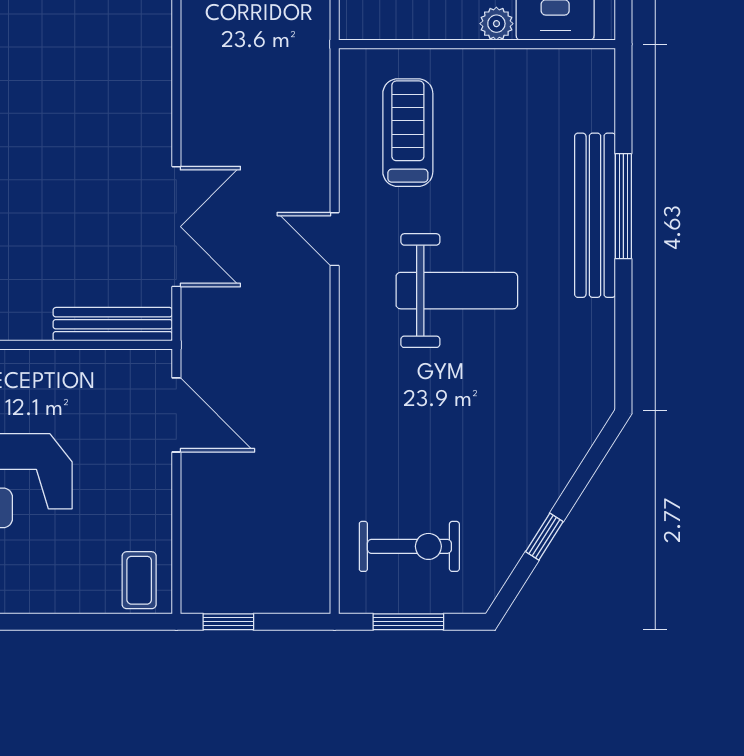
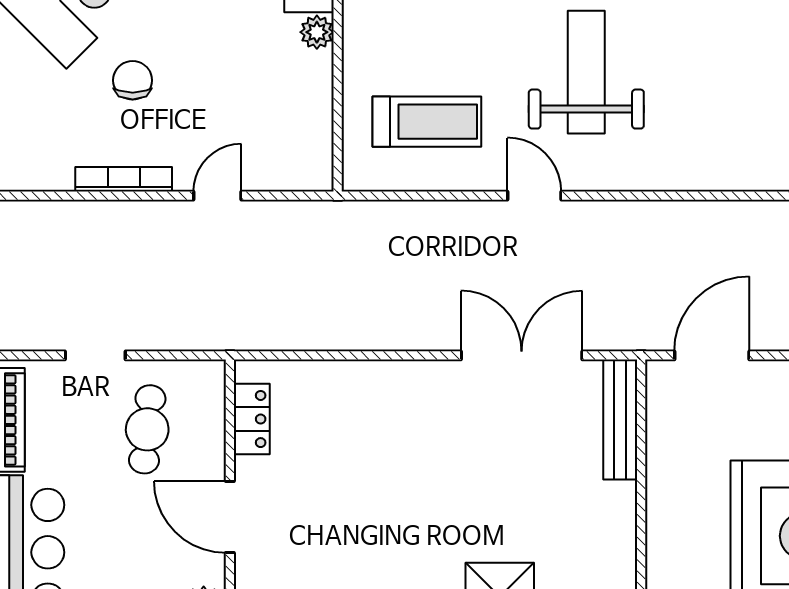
treadmill: (408, 133) -> (427, 122), turned 180
door: (335, 239) -> (534, 196), swing flipped

